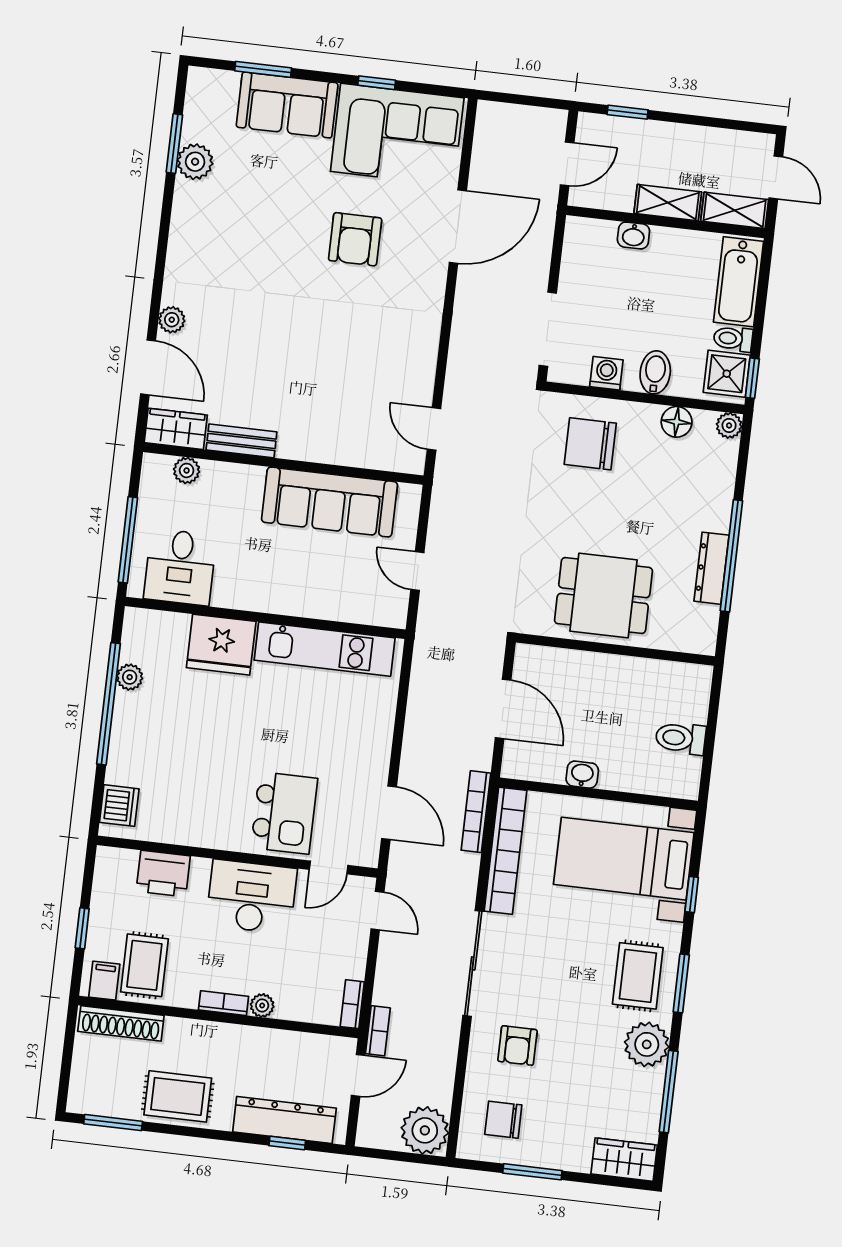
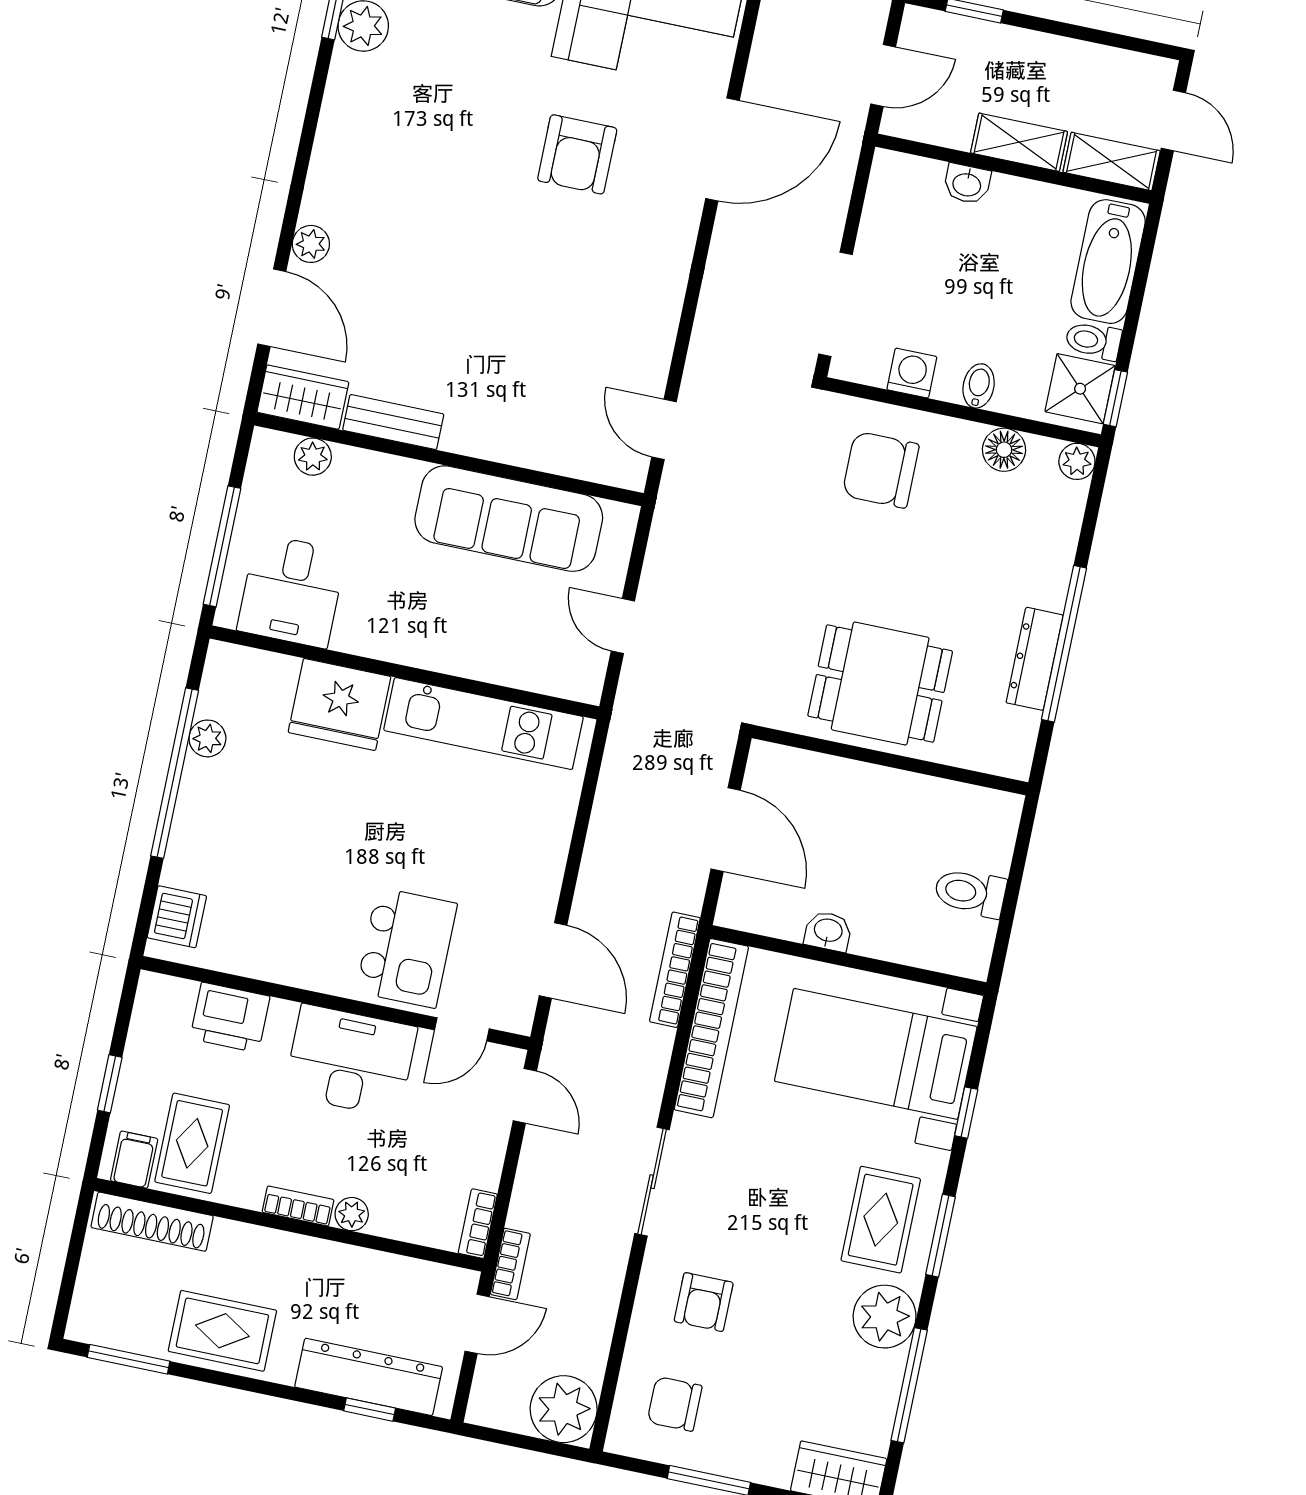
bidet: (655, 372) -> (979, 386), width x0.72, depth x0.74
sliding door: (473, 963) -> (652, 1182), width x0.73

